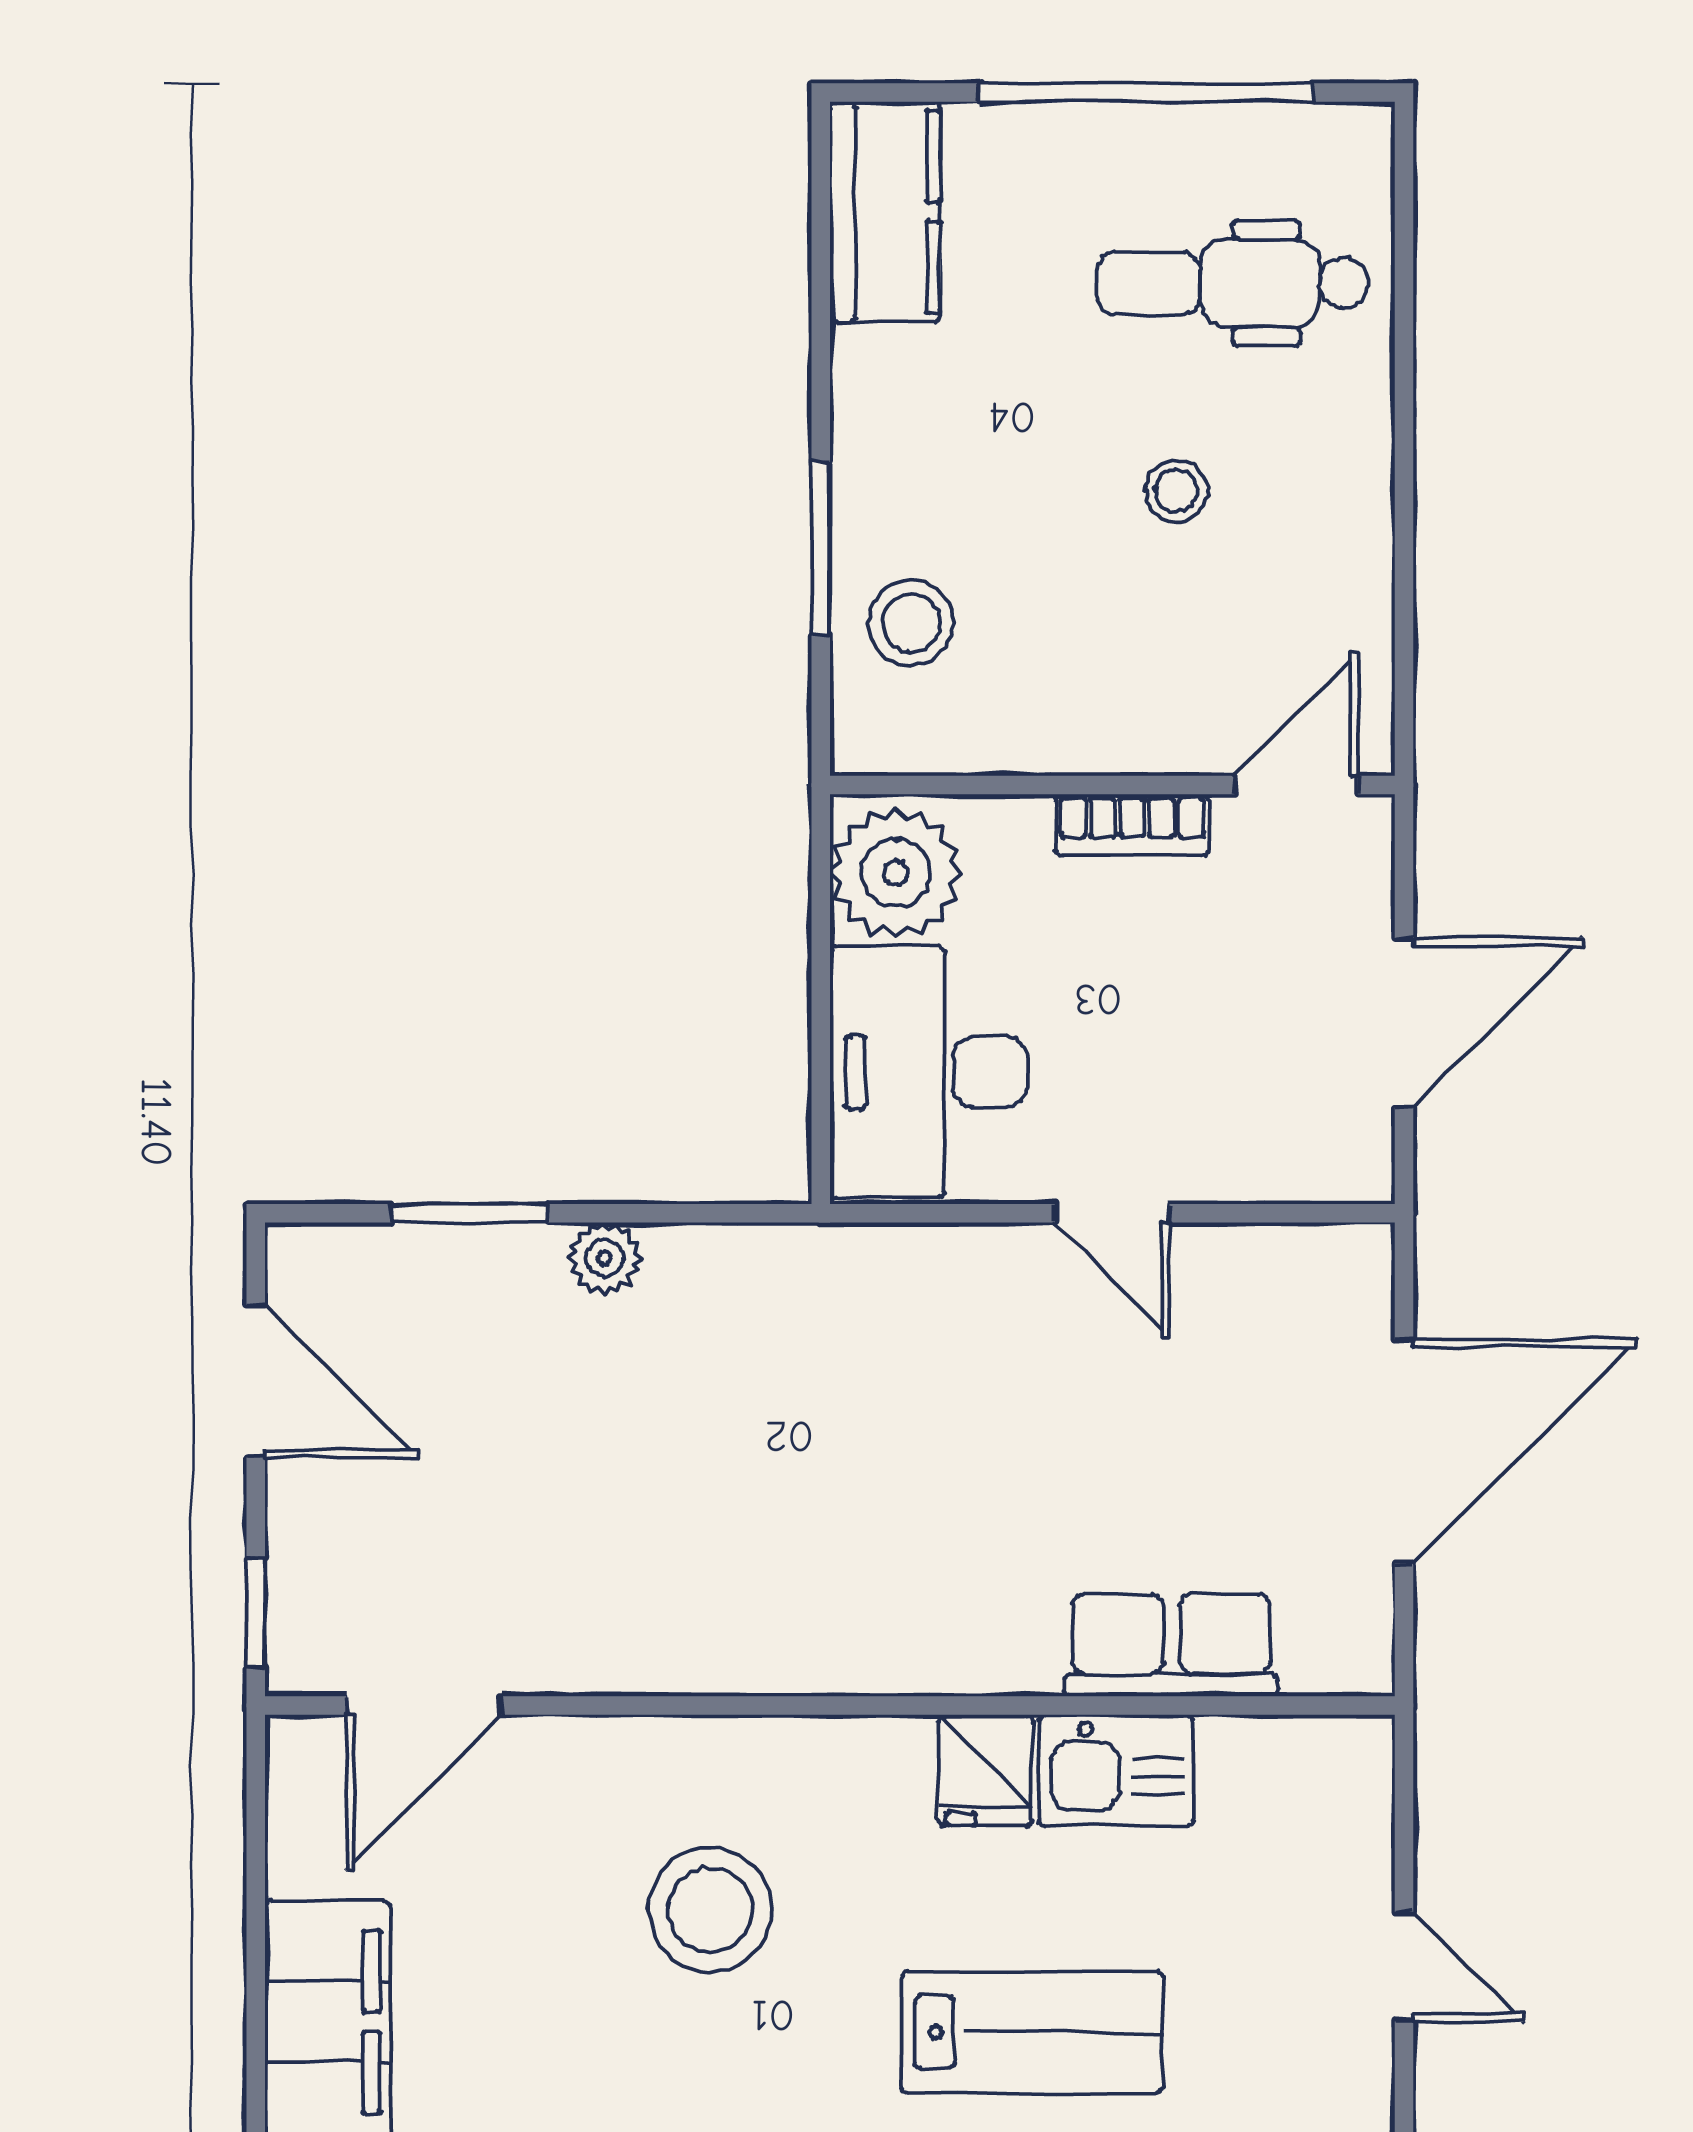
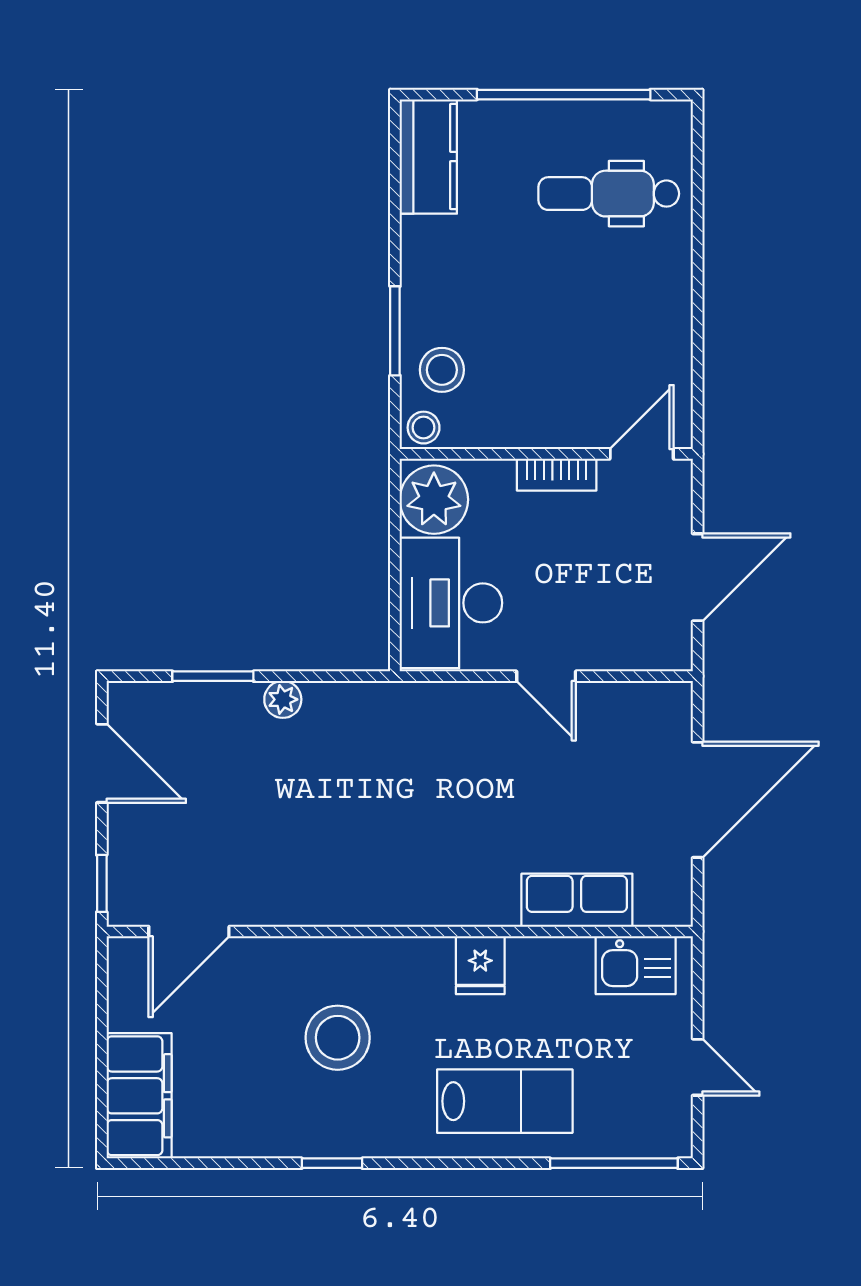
stool: (1176, 491) -> (424, 428), moved
kitchen sink: (1116, 1770) -> (636, 965), moved

